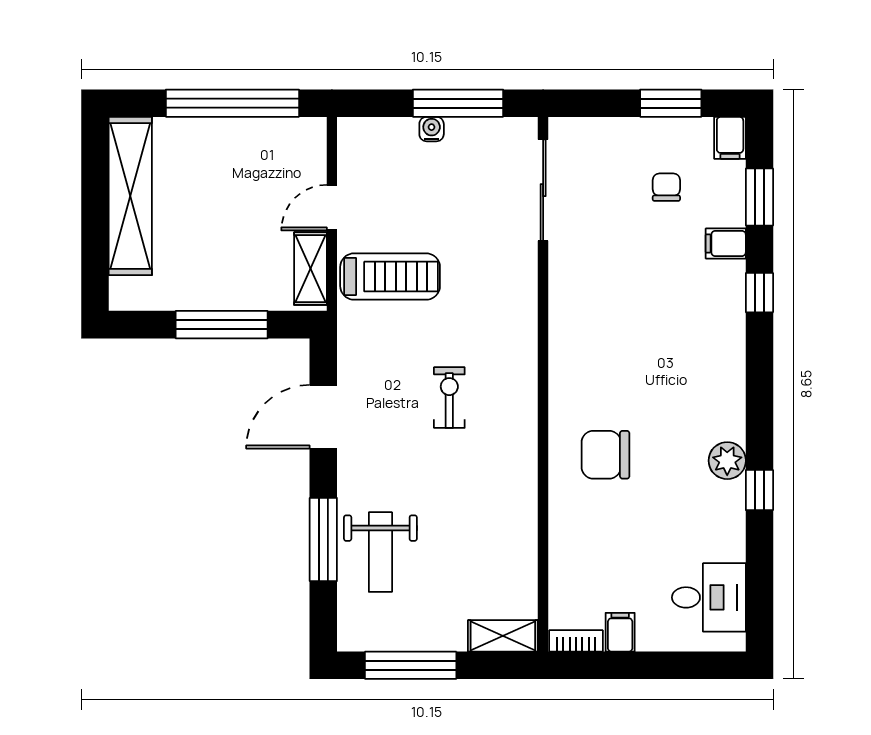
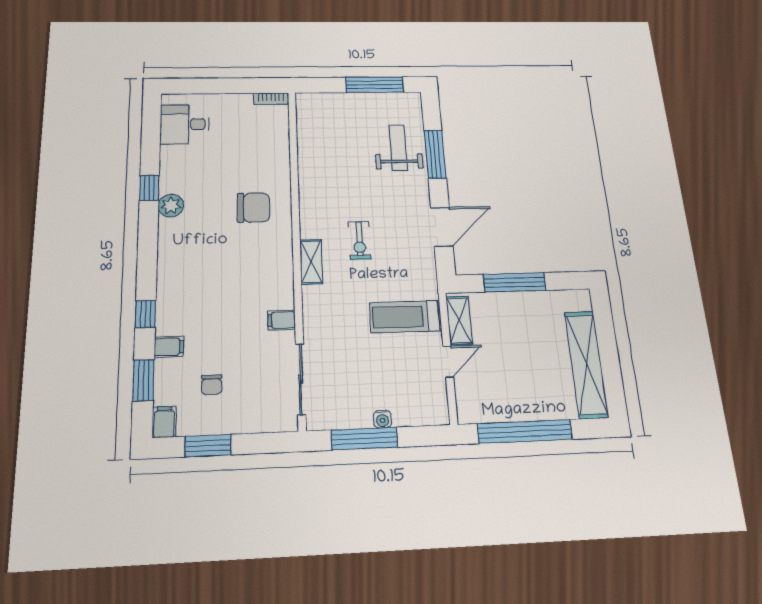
filing cabinet: (620, 632) -> (282, 320), moved, turned 90
shelving: (503, 636) -> (311, 262), moved, turned 90

